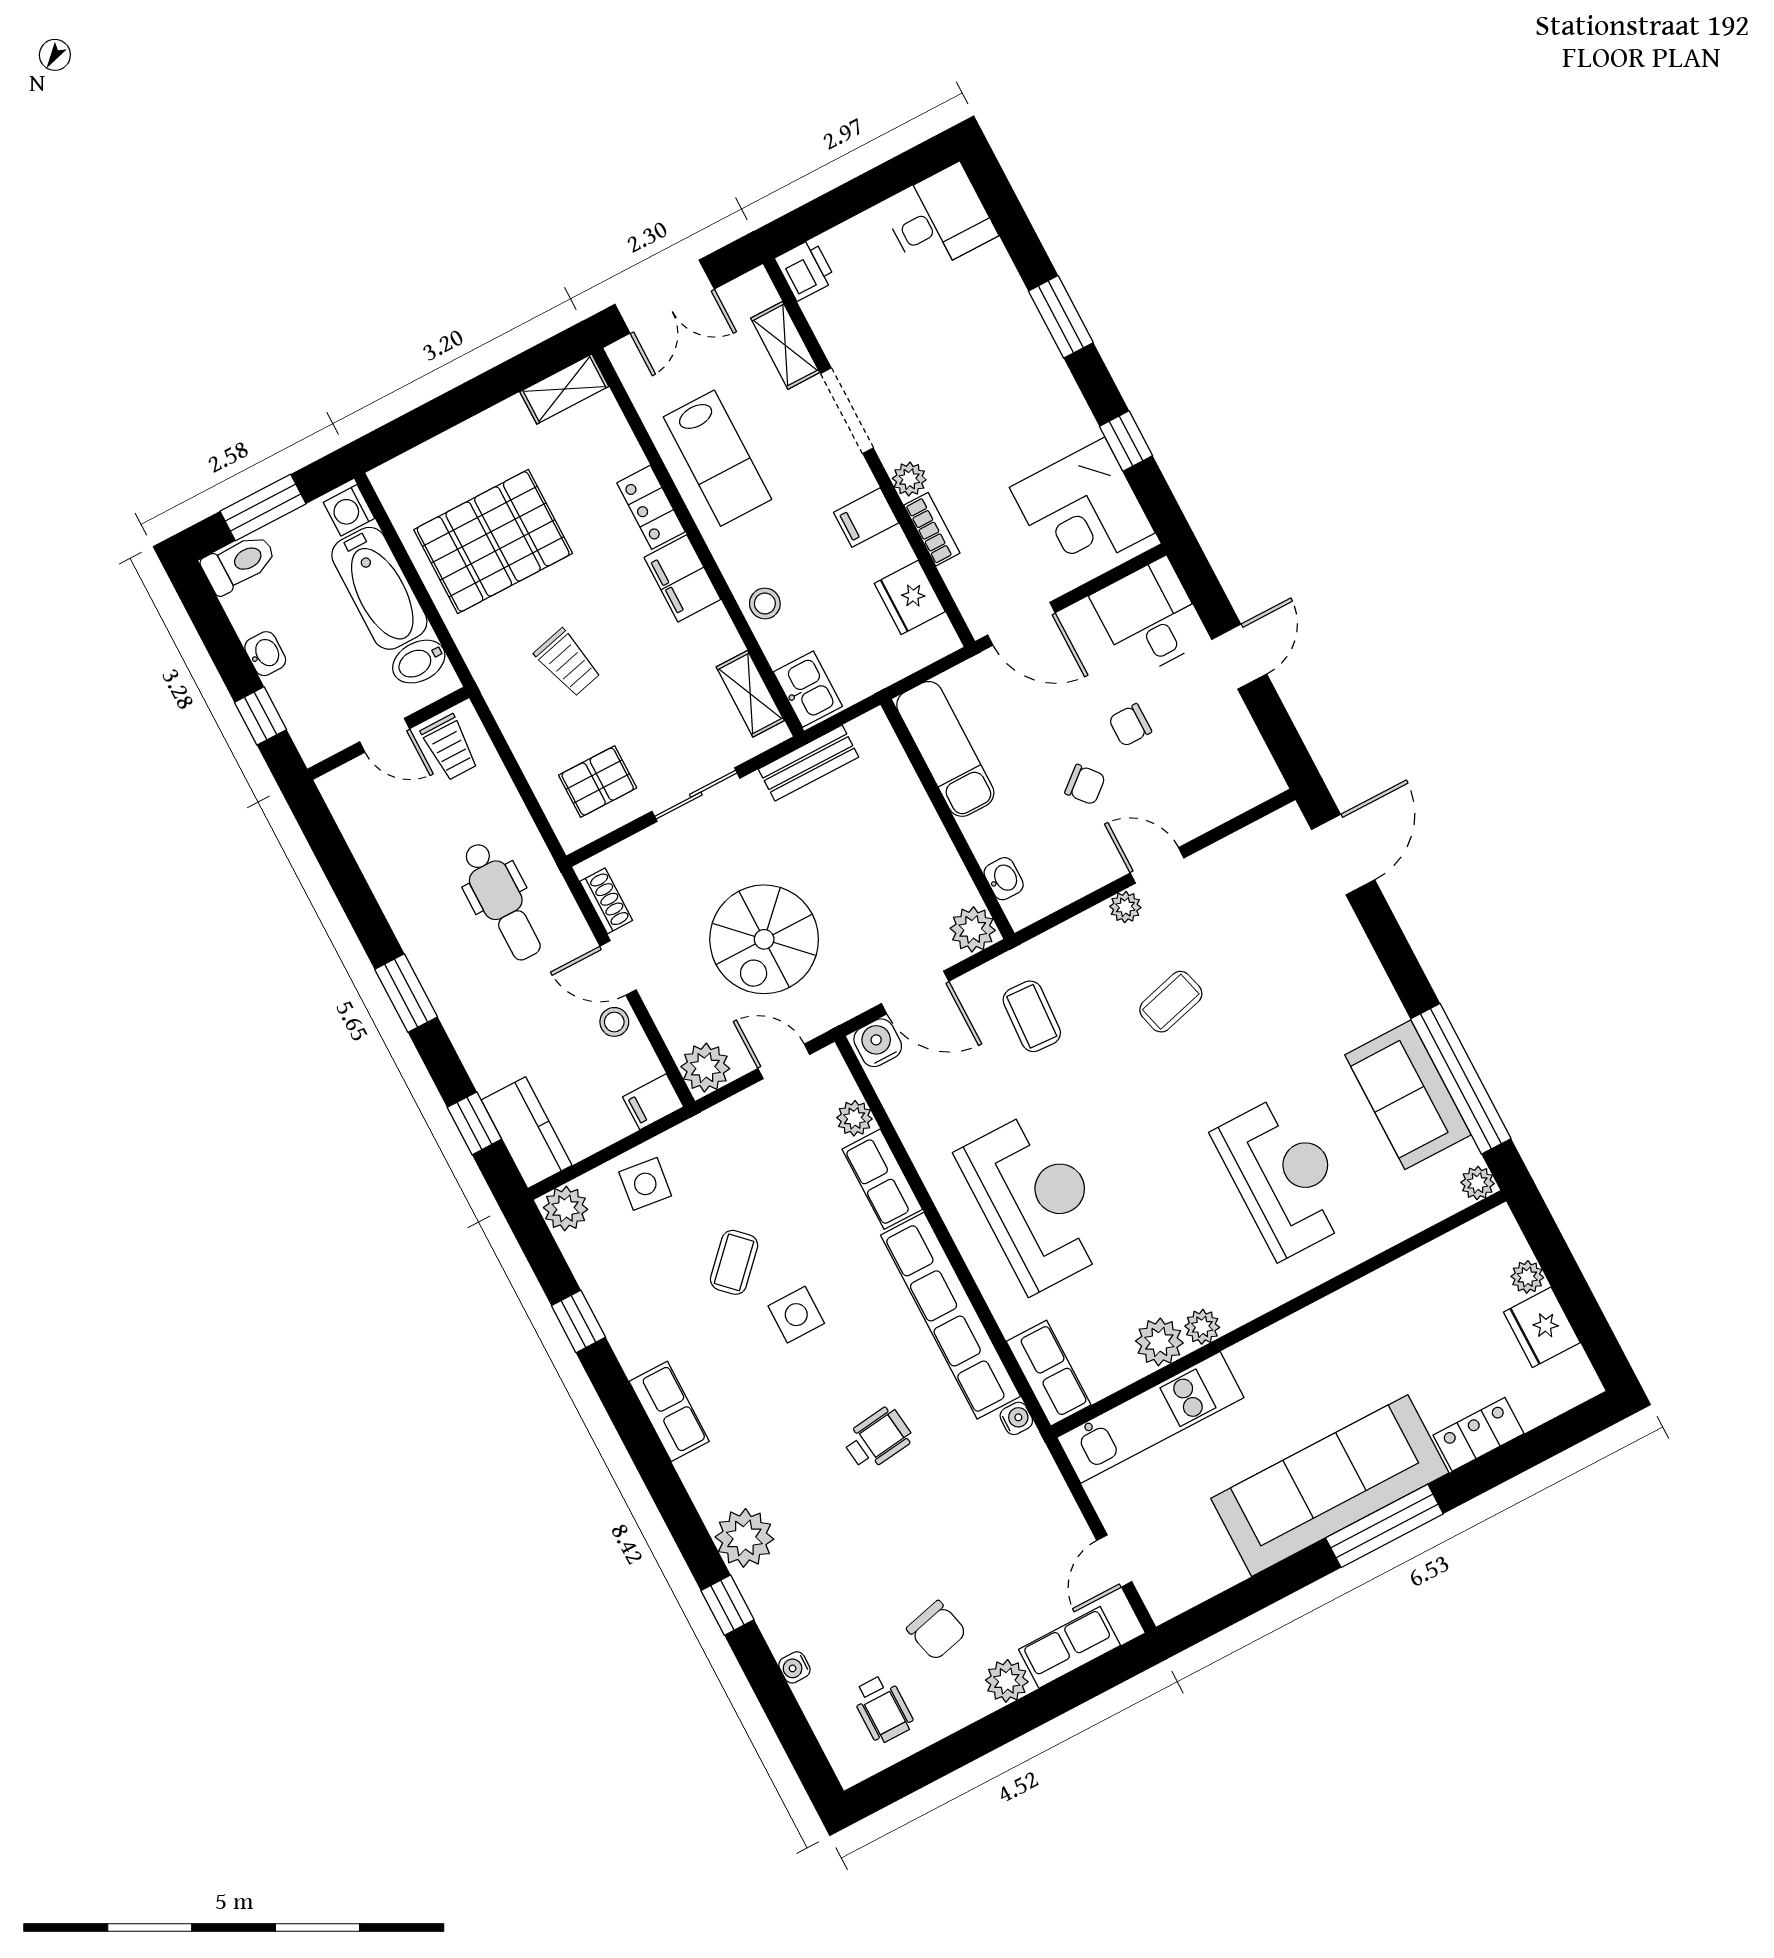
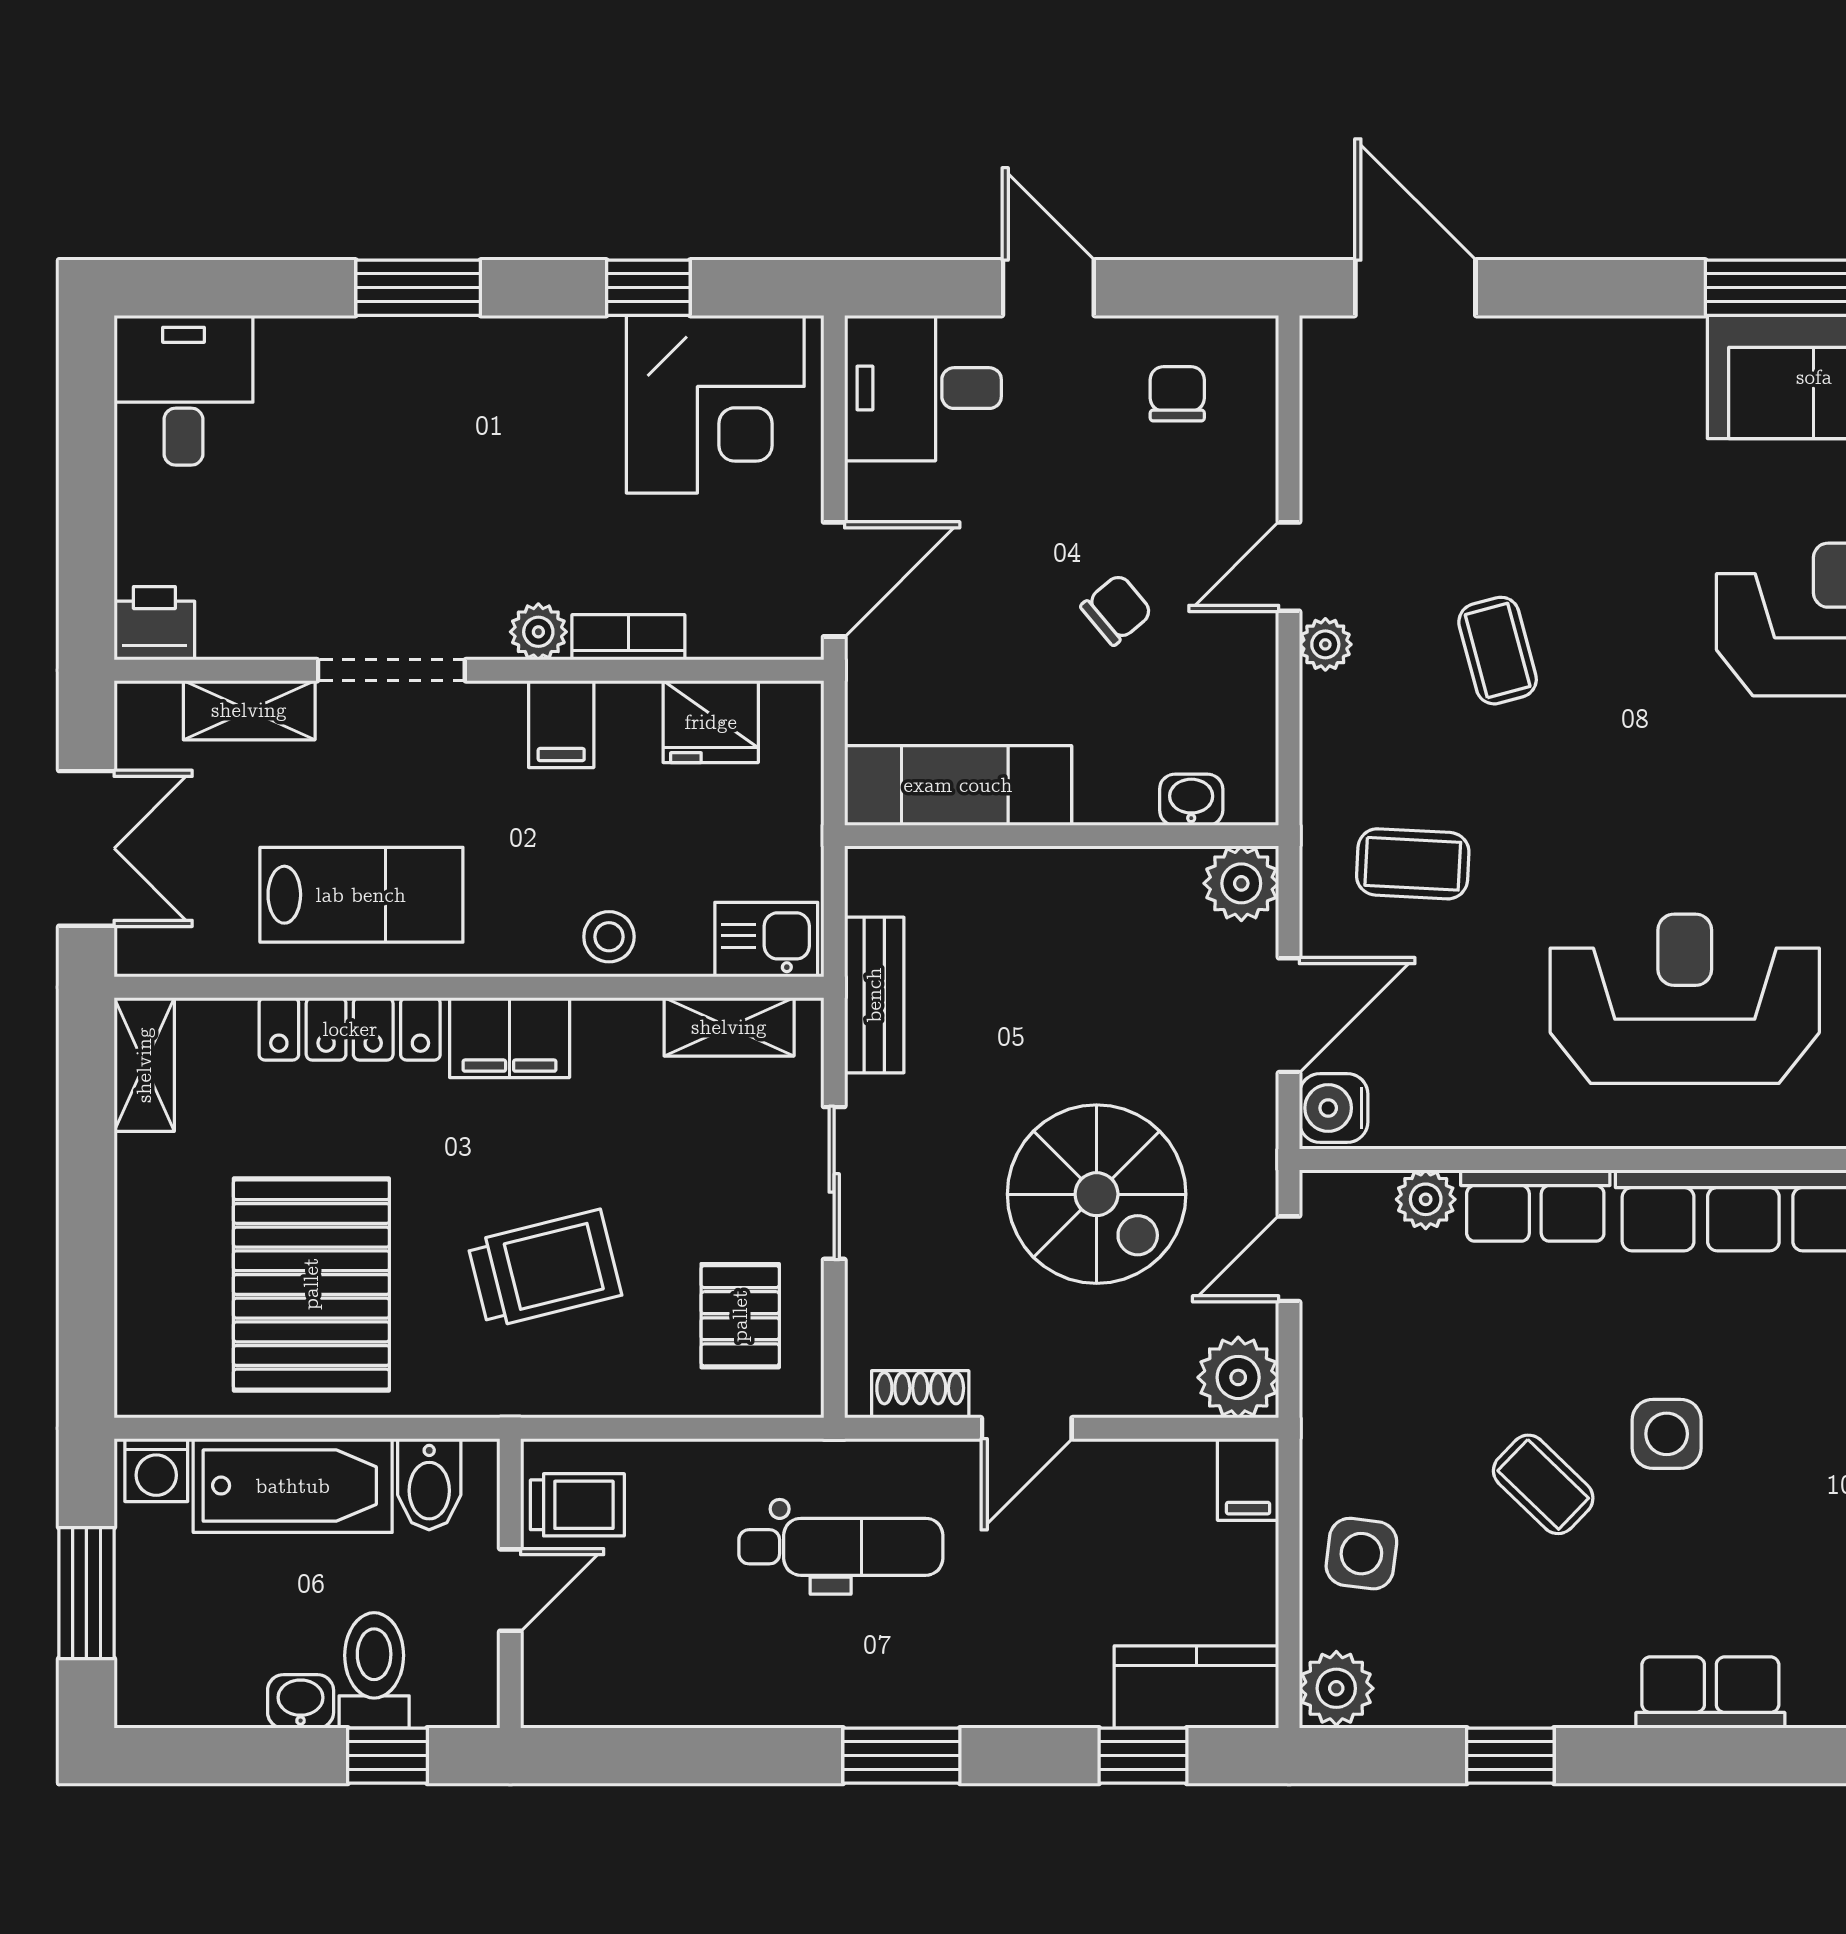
locker: (651, 507) -> (350, 1029), width x1.53
toilet: (239, 563) -> (374, 1670), moved
trolley: (568, 663) -> (544, 1269), width x1.36, depth x1.39
chair: (1130, 725) -> (1177, 394), moved, turned 180
stool: (614, 1022) -> (1102, 1475), removed

